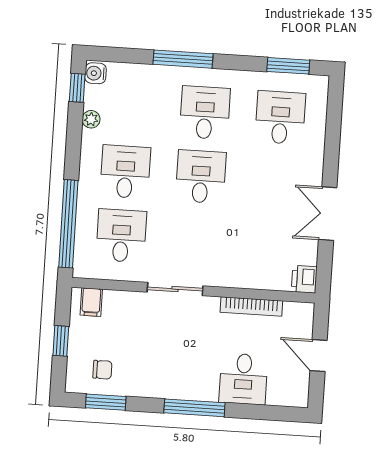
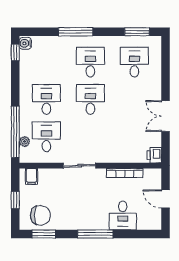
plant: (91, 119) -> (25, 142), moved
chair: (102, 370) -> (40, 215), width x1.87, depth x1.87

